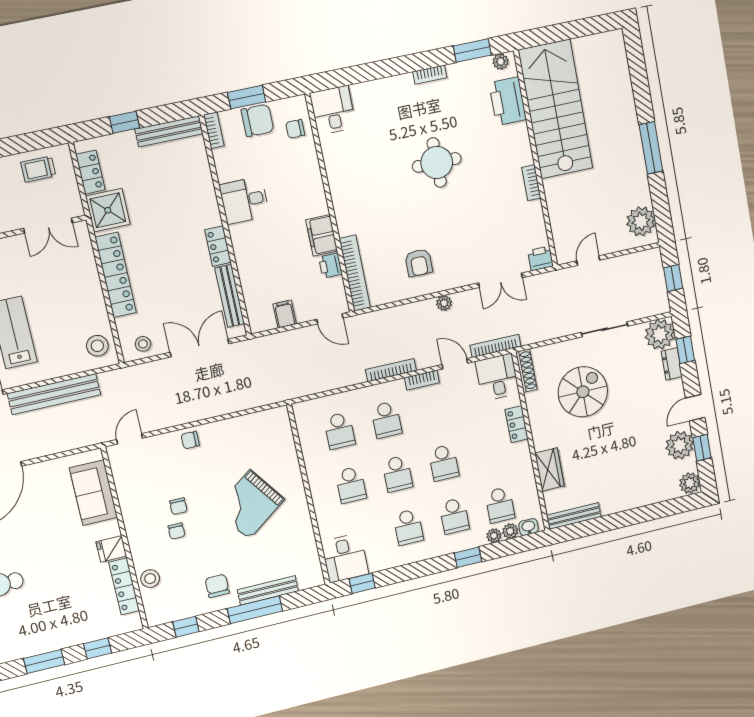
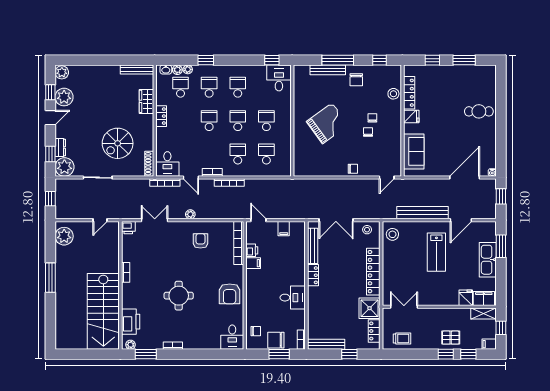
armchair: (353, 184) -> (230, 294), added
filing cabinet: (322, 235) -> (253, 263), width x0.50
locker: (517, 424) -> (161, 116), moved

